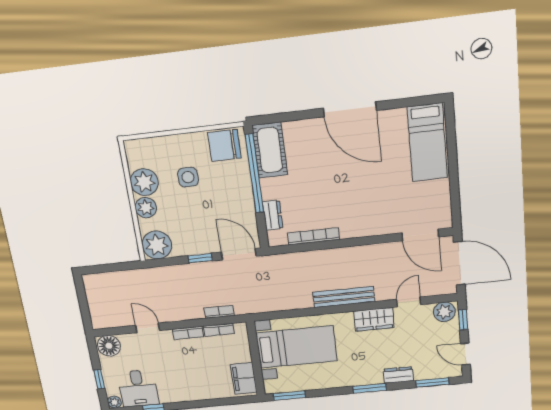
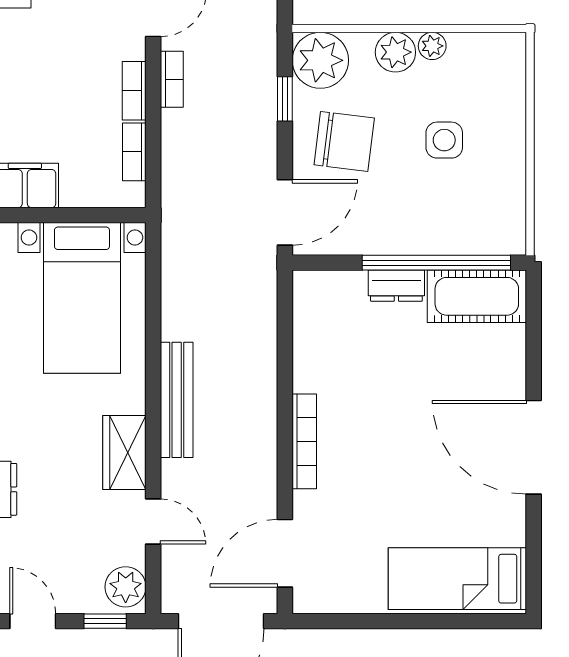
door: (350, 109) -> (534, 447), hinge flipped
chair: (224, 145) -> (344, 141), moved, turned 97
plant: (144, 182) -> (432, 46), width x0.53, depth x0.53
dresser: (273, 215) -> (396, 286), moved
bookcase: (314, 236) -> (304, 441), moved
window: (200, 258) -> (285, 99), moved
bookcase: (219, 312) -> (172, 79), moved
door: (465, 354) -> (33, 621), hinge flipped

